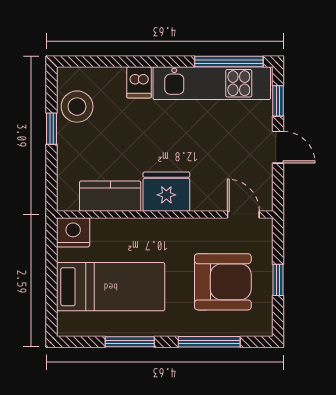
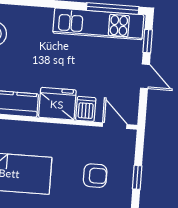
dishwasher: (139, 82) -> (86, 109), moved, turned 180
armchair: (223, 282) -> (95, 176), width x0.53, depth x0.53

